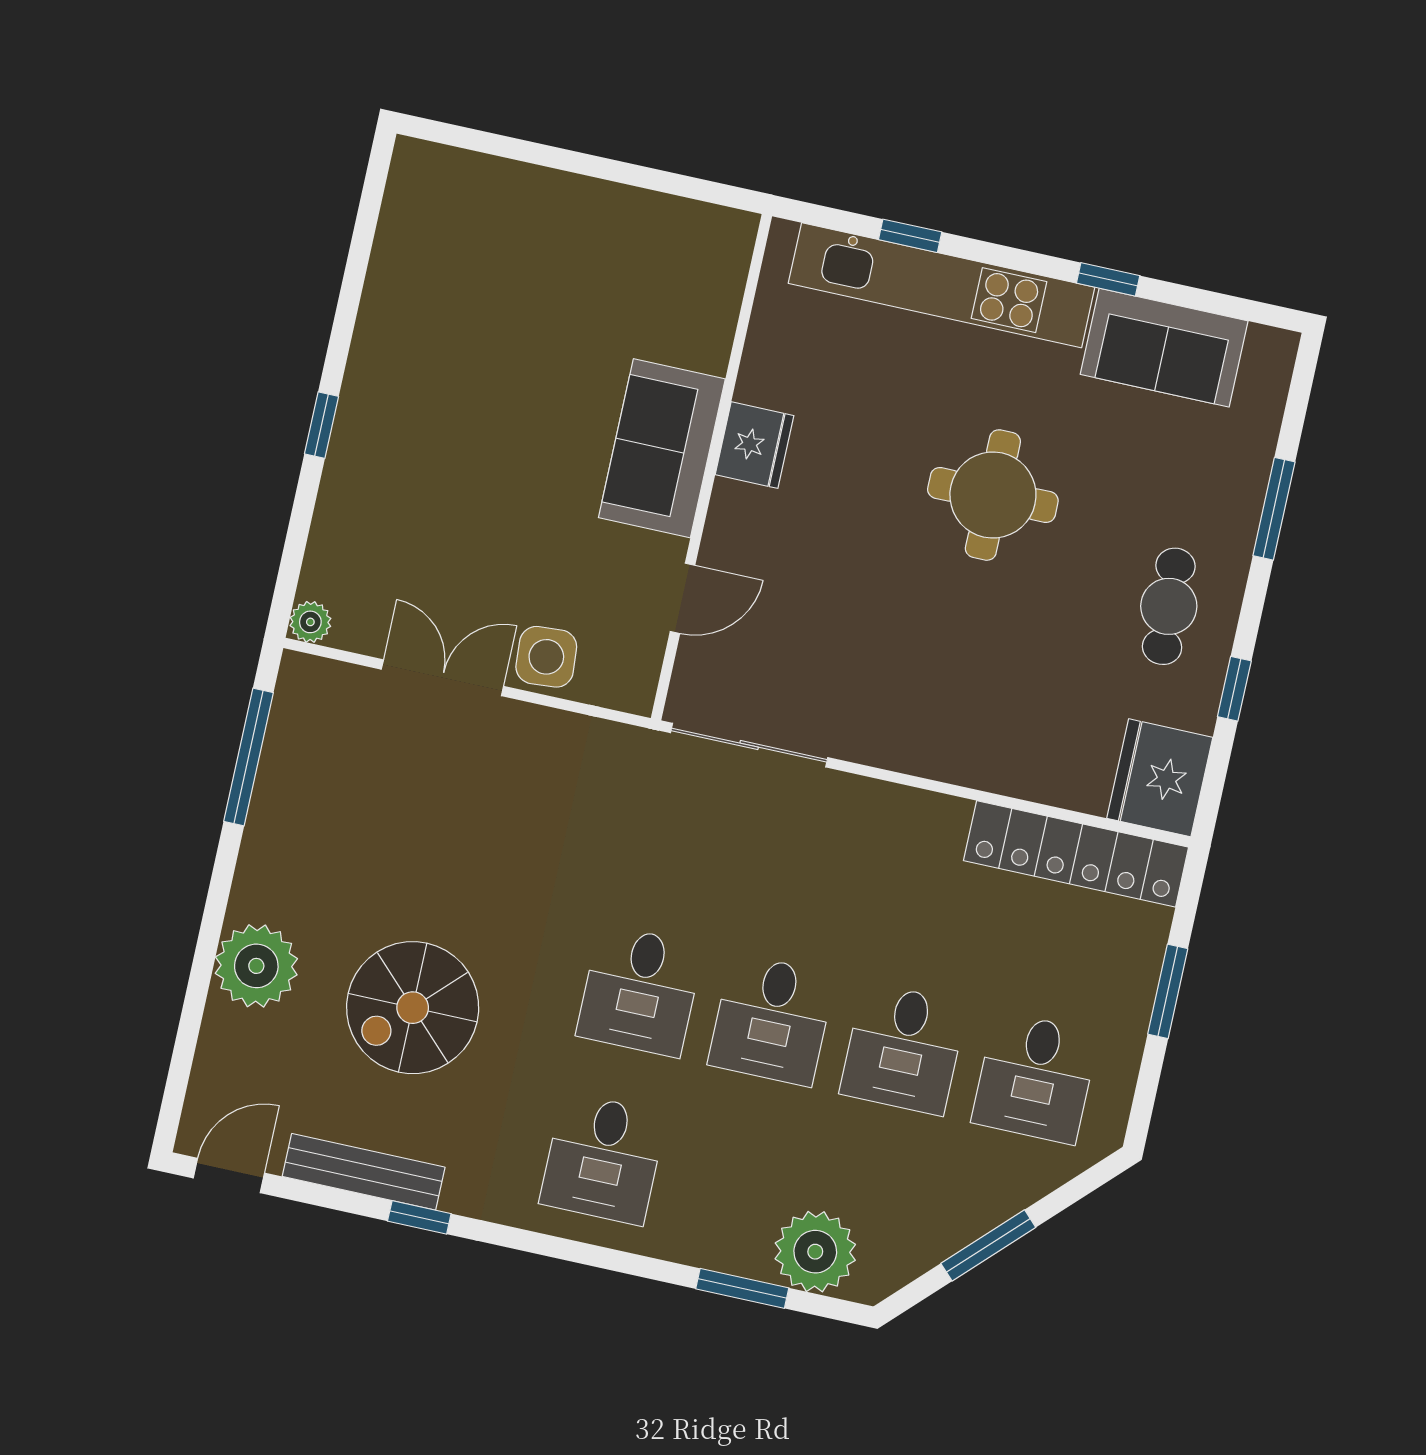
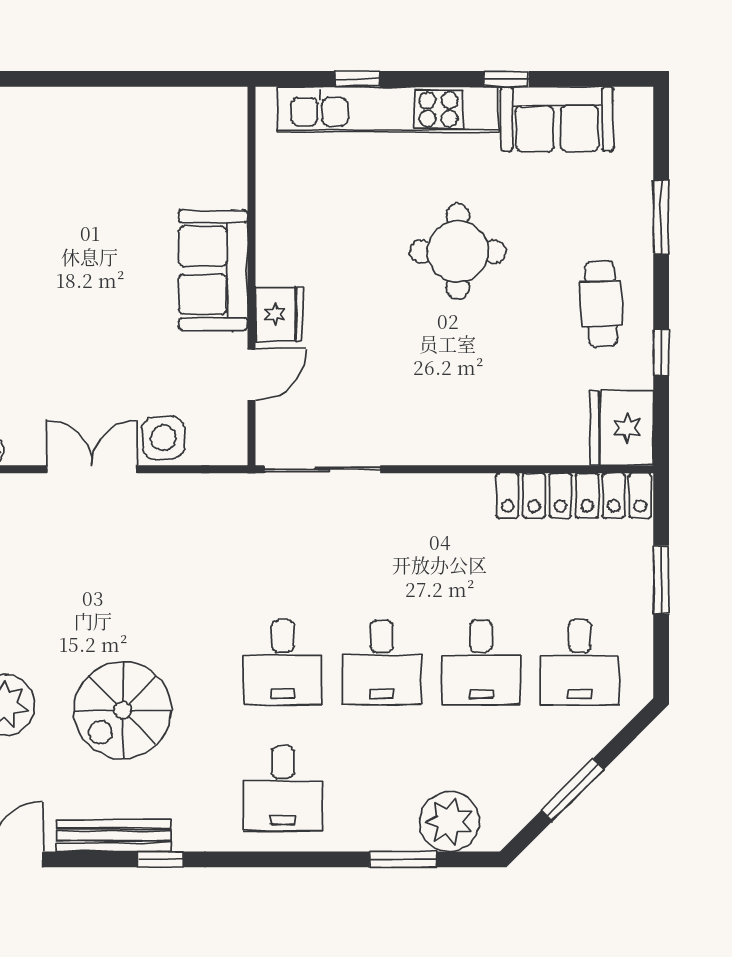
fridge: (755, 445) -> (279, 314), moved

